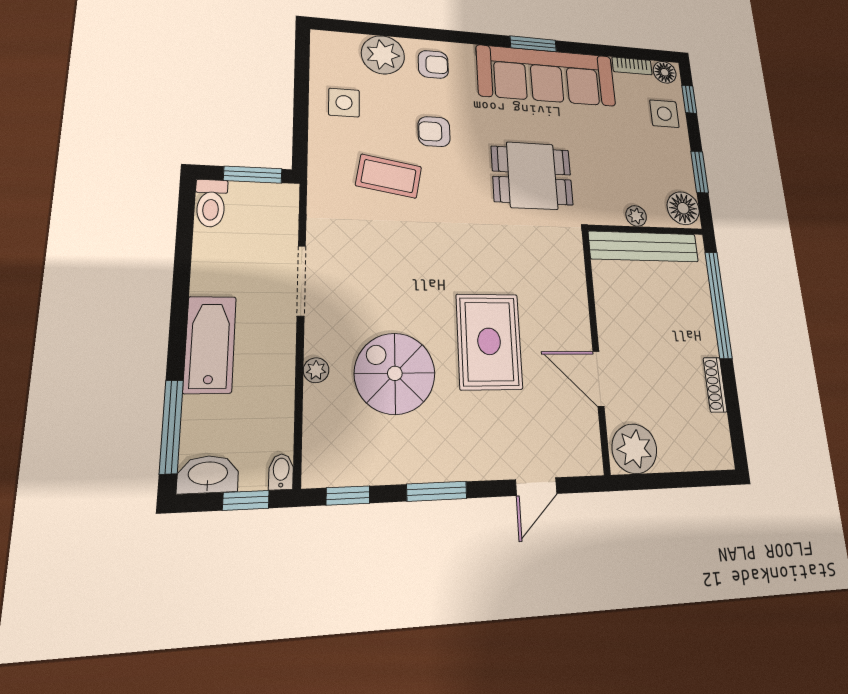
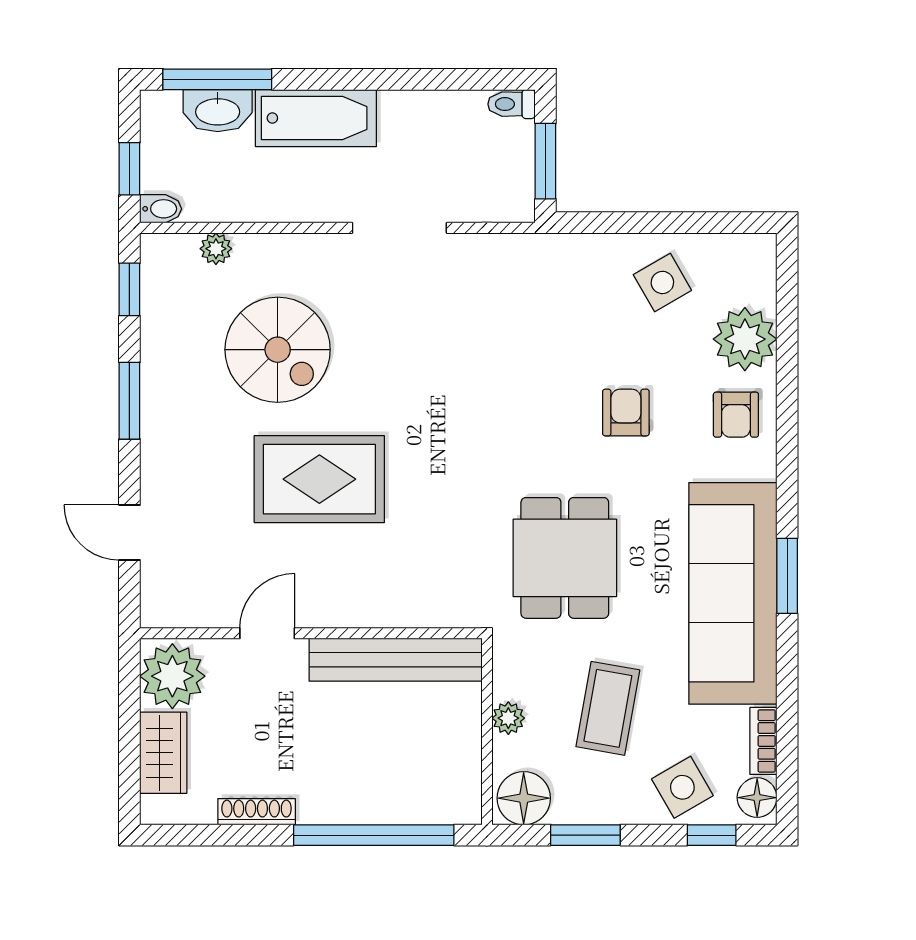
side table: (344, 103) -> (662, 282), turned -30
side table: (664, 114) -> (682, 787), turned -30
coffee table: (389, 176) -> (608, 708), moved
toilet: (211, 203) -> (512, 104), width x0.73, depth x0.72
bench: (644, 247) -> (396, 660), moved, turned 90
plant: (316, 370) -> (216, 249), moved
spiral stairs: (395, 373) -> (278, 350), turned 90
door: (598, 379) -> (267, 633), width x0.73
wardrobe: (686, 454) -> (163, 753), added
washbasin: (208, 474) -> (218, 111), moved, turned 90

